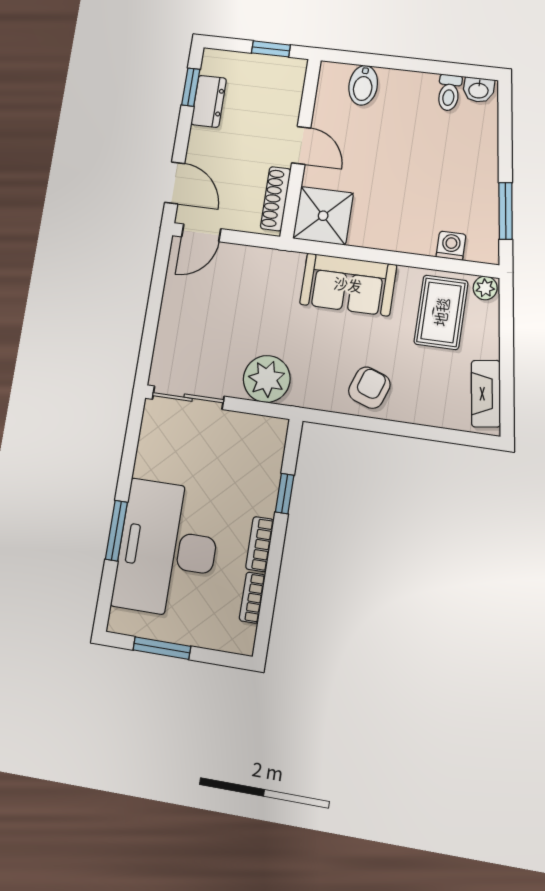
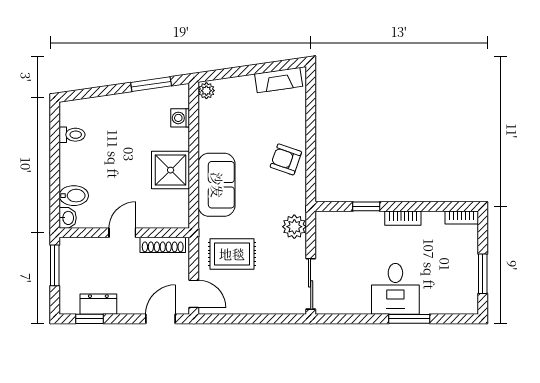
window: (271, 49) -> (55, 265), width x1.50
washbasin: (479, 90) -> (68, 218), moved
shower: (323, 216) -> (171, 170), moved
rug: (441, 312) -> (232, 254), moved
plant: (267, 379) -> (294, 227), width x0.73, depth x0.73
desk: (167, 549) -> (395, 289), width x0.53, depth x0.77
bookcase: (252, 598) -> (462, 217), moved

